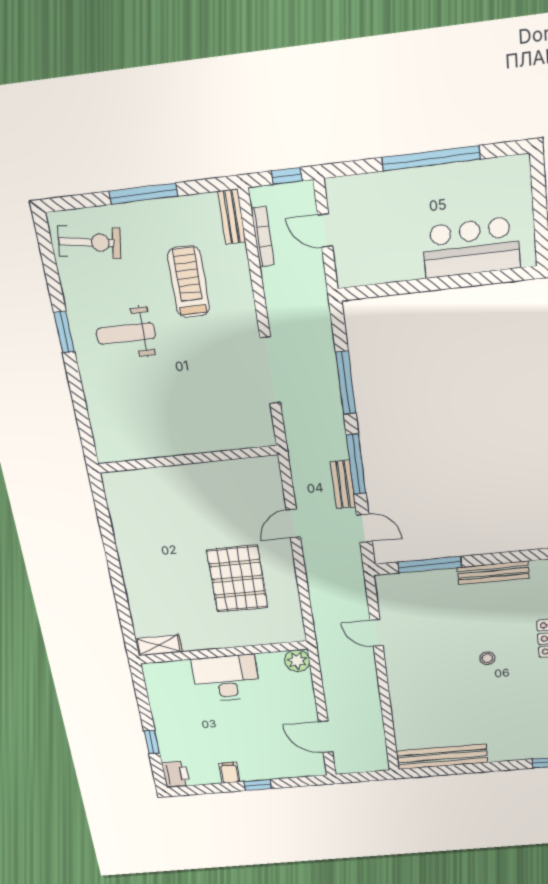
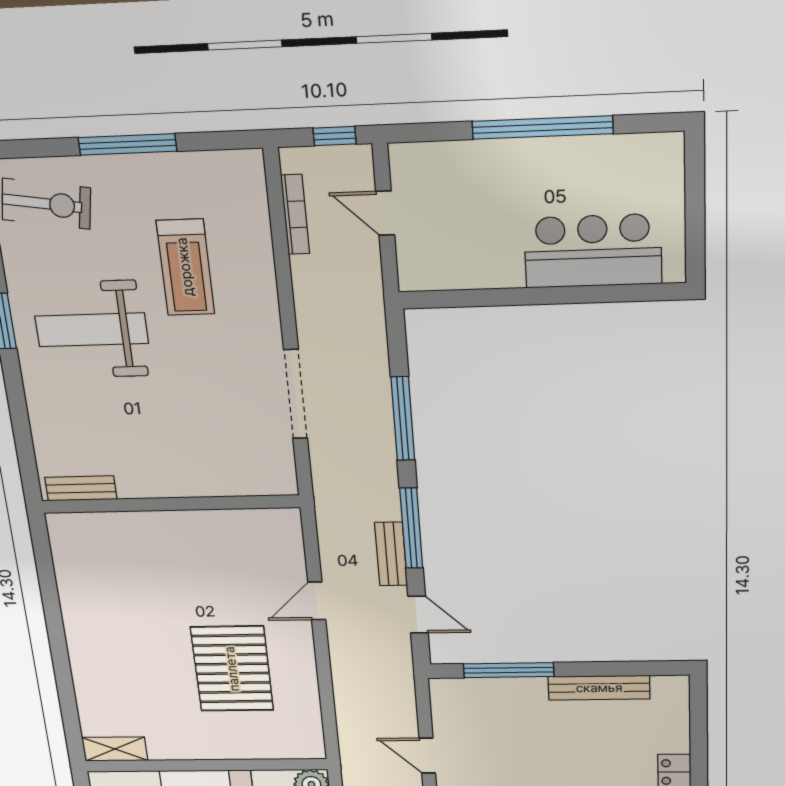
bench: (232, 217) -> (81, 488), moved, turned 90
treadmill: (189, 282) -> (185, 267), turned 180
weight bench: (126, 334) -> (92, 330), width x1.36, depth x1.33

